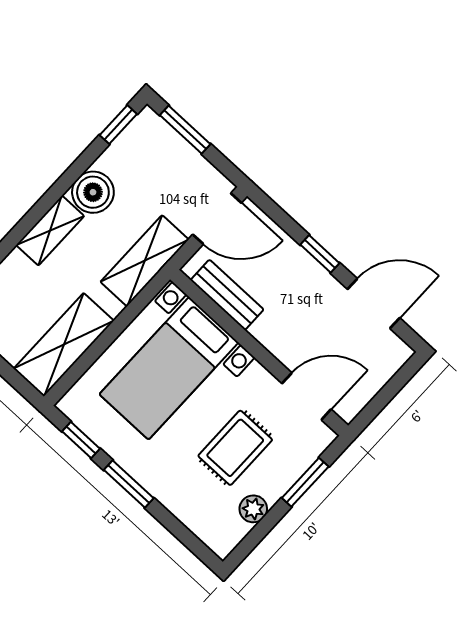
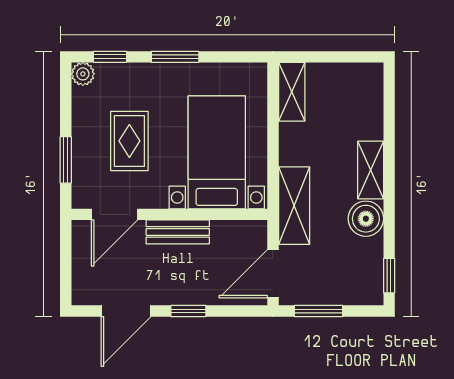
window: (185, 130) -> (319, 311), moved
bench: (227, 295) -> (178, 232), moved
shelving: (64, 345) -> (292, 92), width x0.67, depth x0.75
window: (81, 440) -> (110, 57), moved
plant: (253, 509) -> (83, 74), moved

